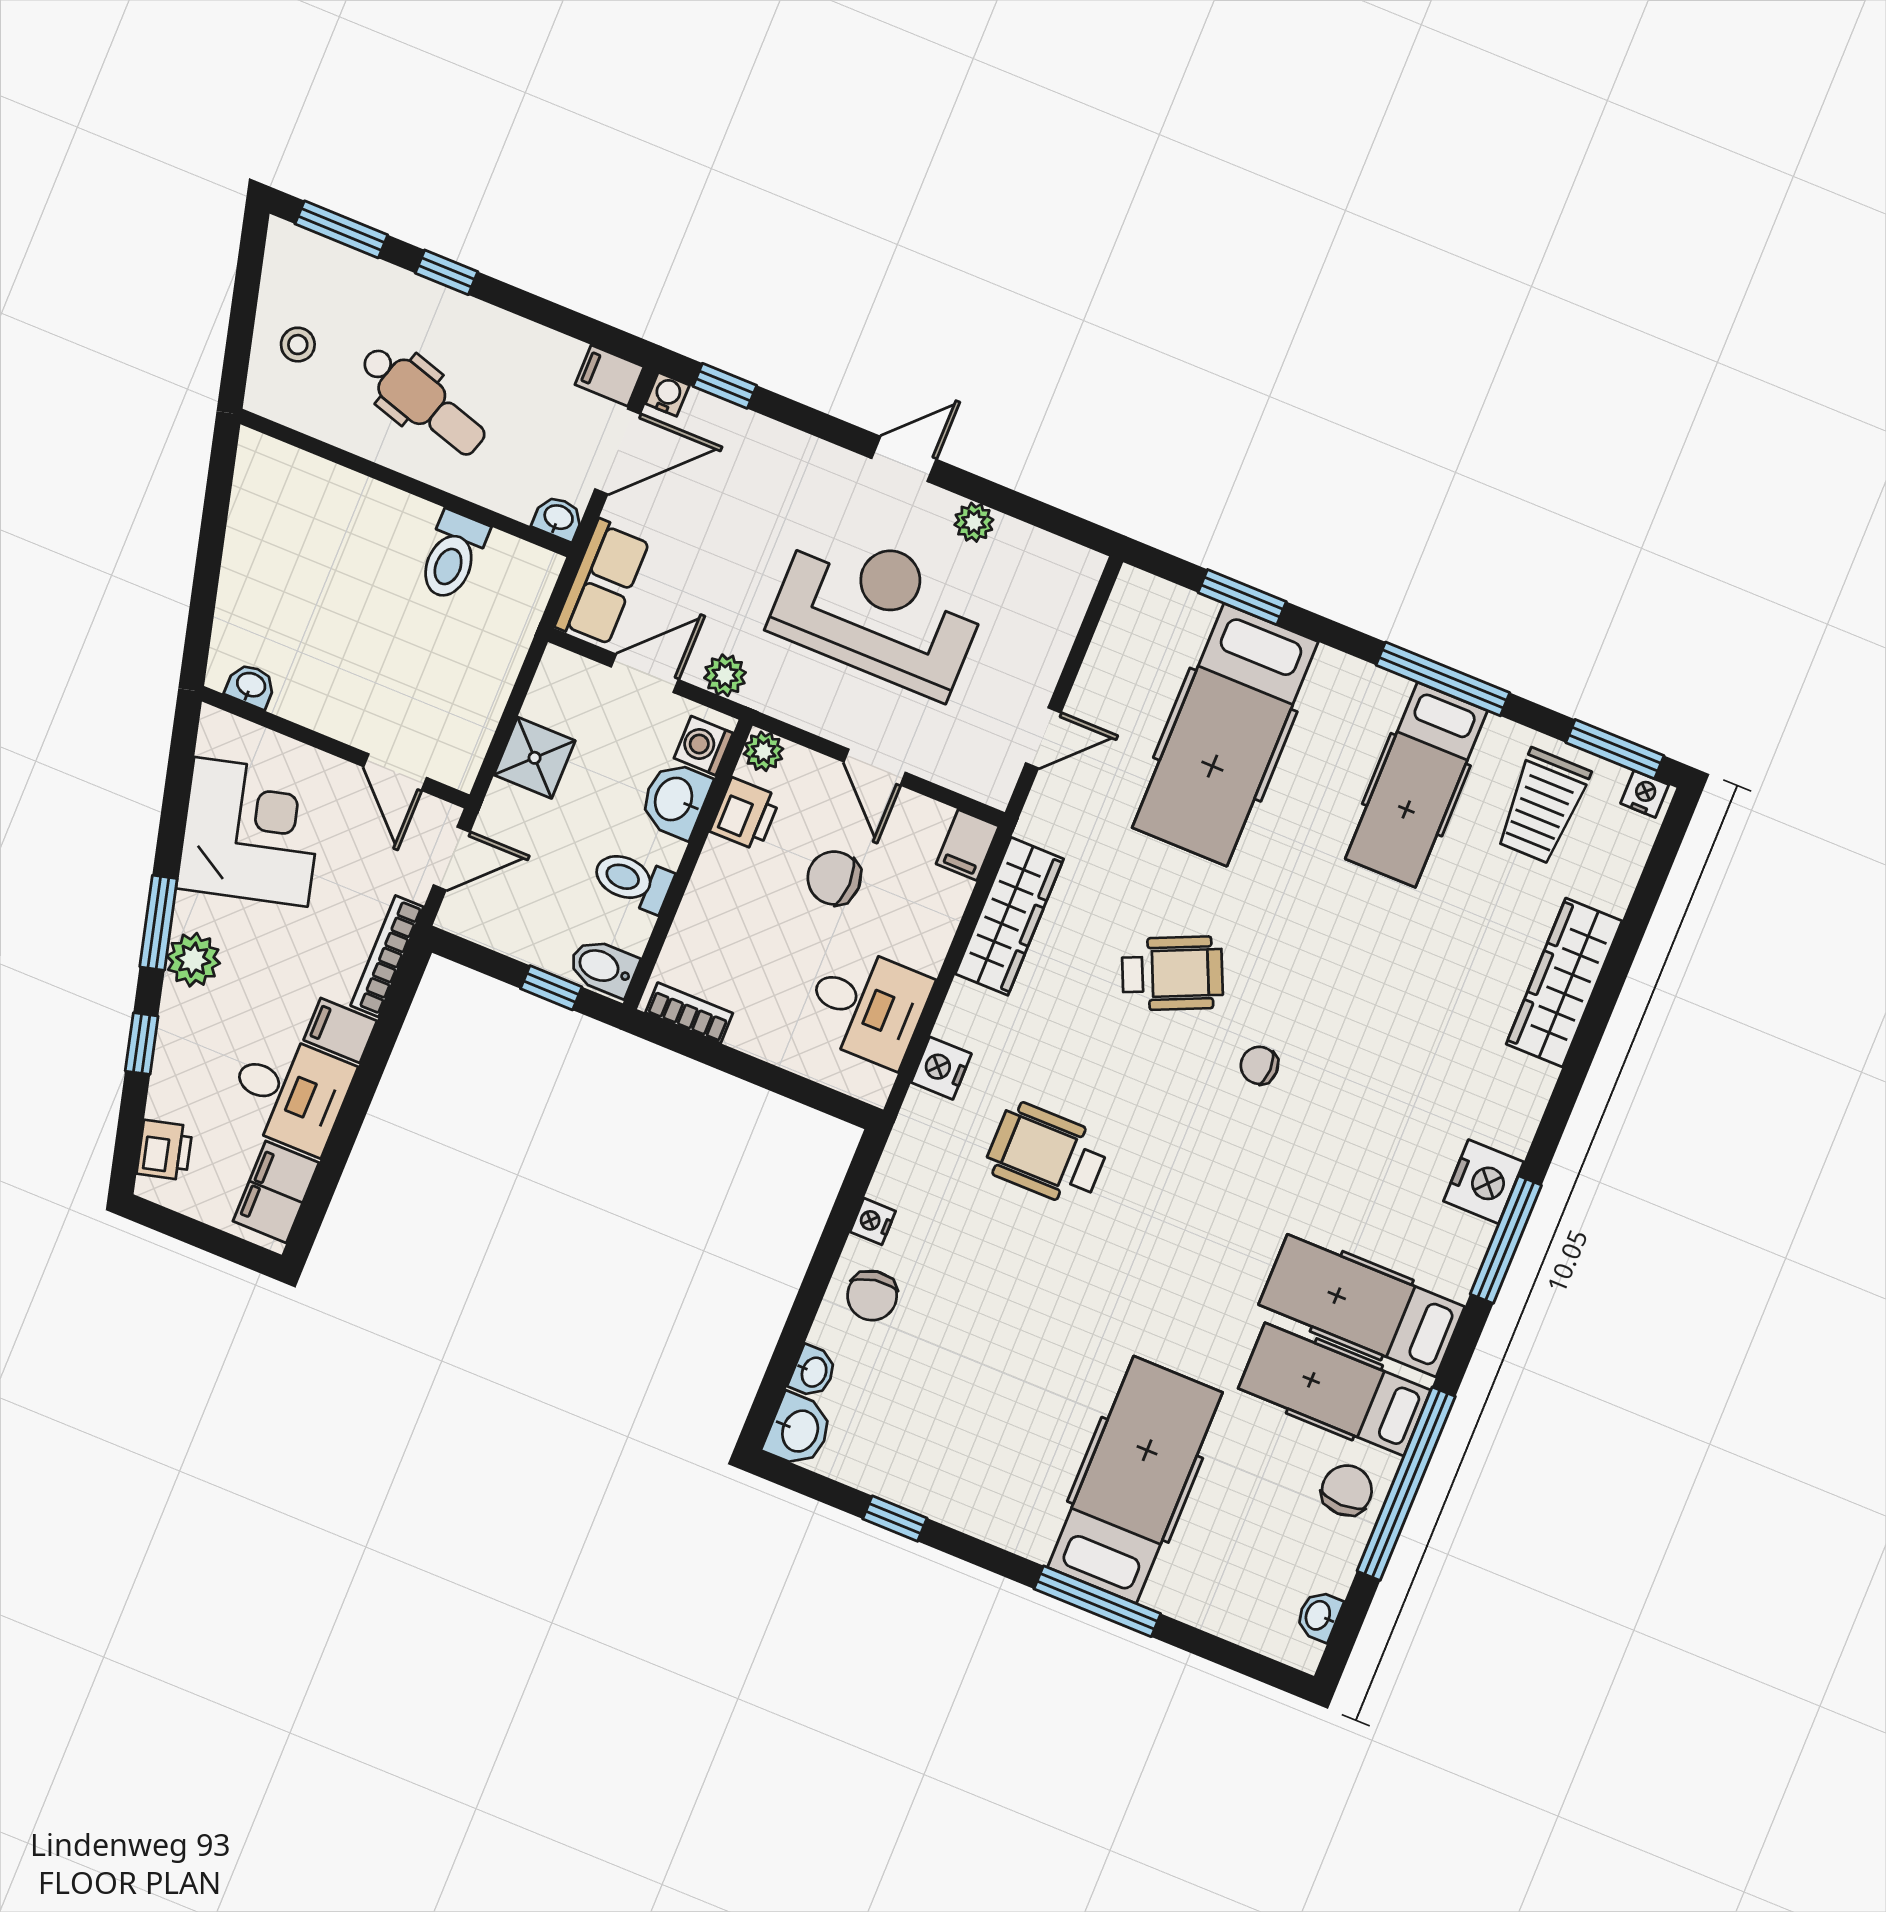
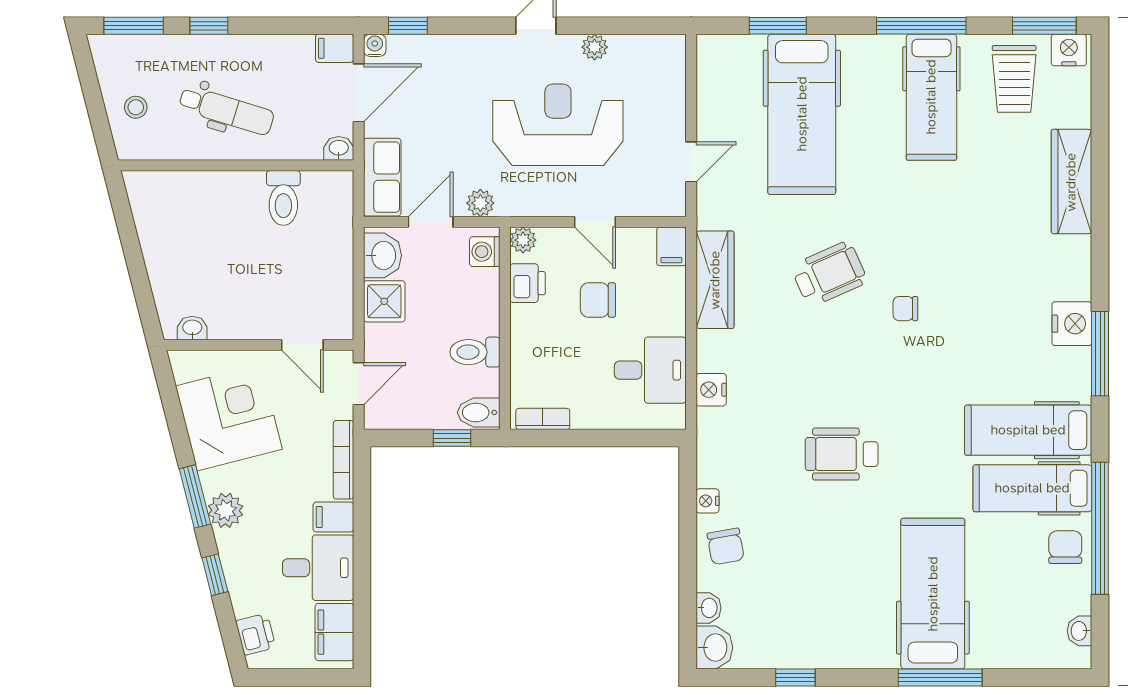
nightstand: (1645, 794) -> (1069, 50), width x1.39, depth x1.35
washbasin: (675, 800) -> (382, 255), moved, turned 180
wheelchair: (1047, 1154) -> (842, 454), moved

